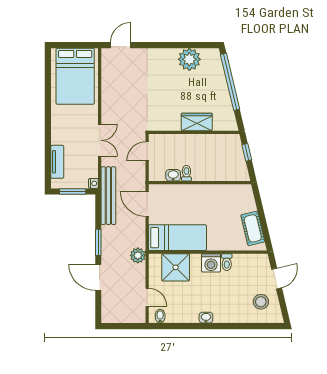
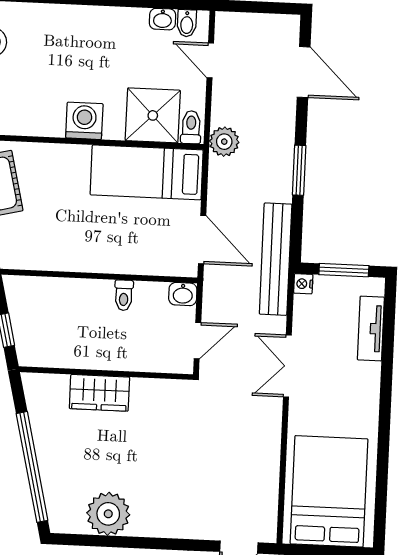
washbasin: (173, 175) -> (183, 294), moved
toilet: (227, 262) -> (191, 127), moved
door: (98, 277) -> (304, 72), moved
washbasin: (206, 318) -> (163, 19), moved

